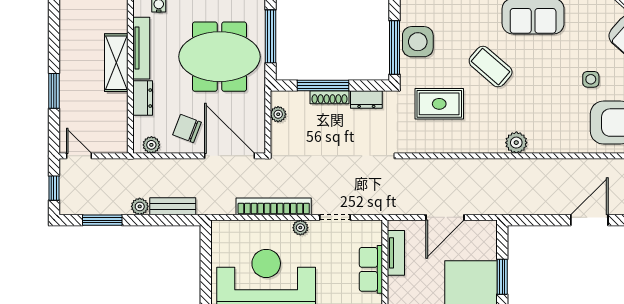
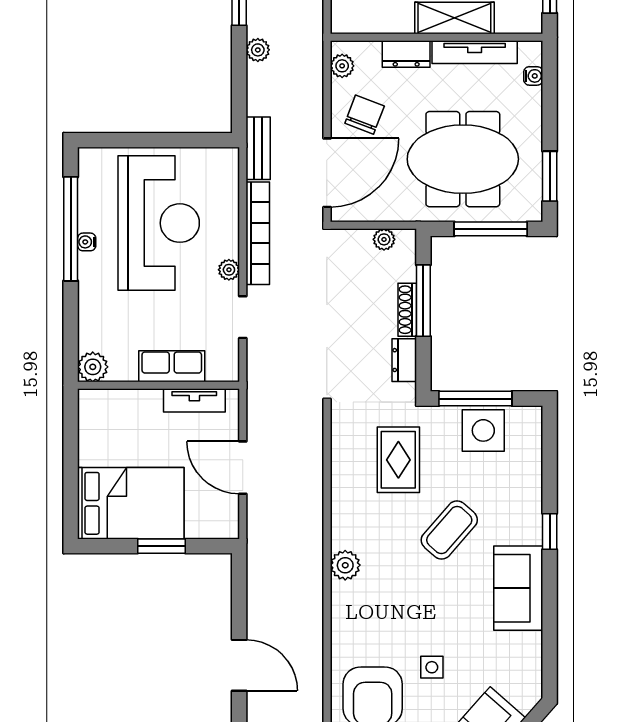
meeting table: (219, 57) -> (463, 159), turned 90
bench: (173, 206) -> (258, 148), moved

